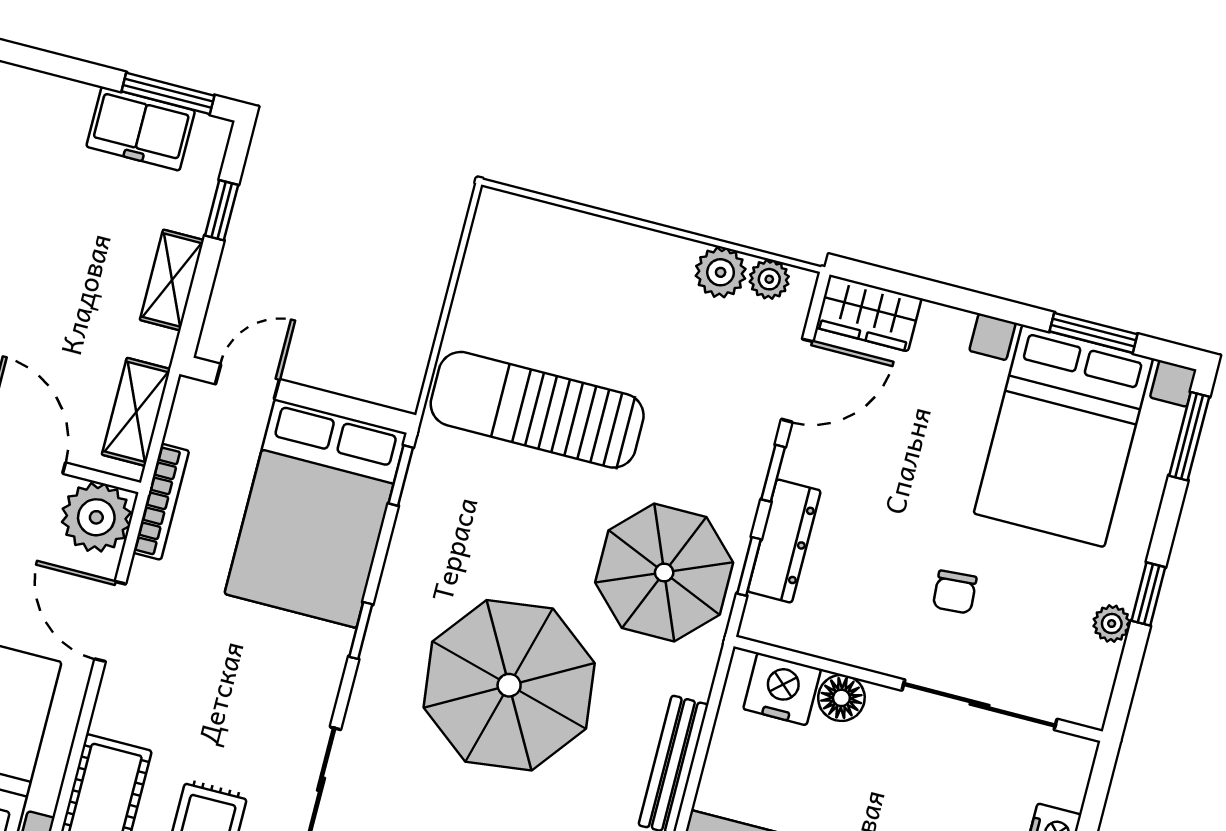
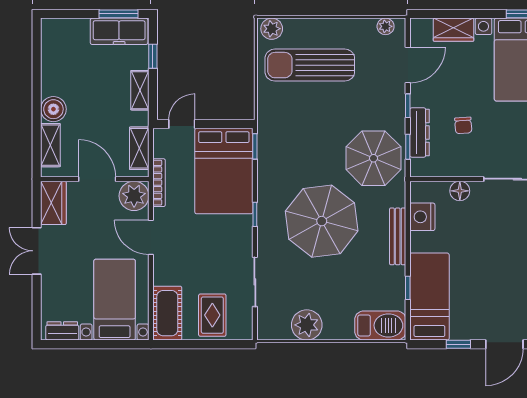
freezer: (141, 129) -> (119, 31), width x1.40
plant: (721, 272) -> (272, 29), moved
wardrobe: (869, 313) -> (454, 30), moved
sun lounger: (537, 410) -> (310, 65), moved
chair: (955, 592) -> (463, 125), moved
nightstand: (782, 689) -> (422, 217), moved, turned -90

